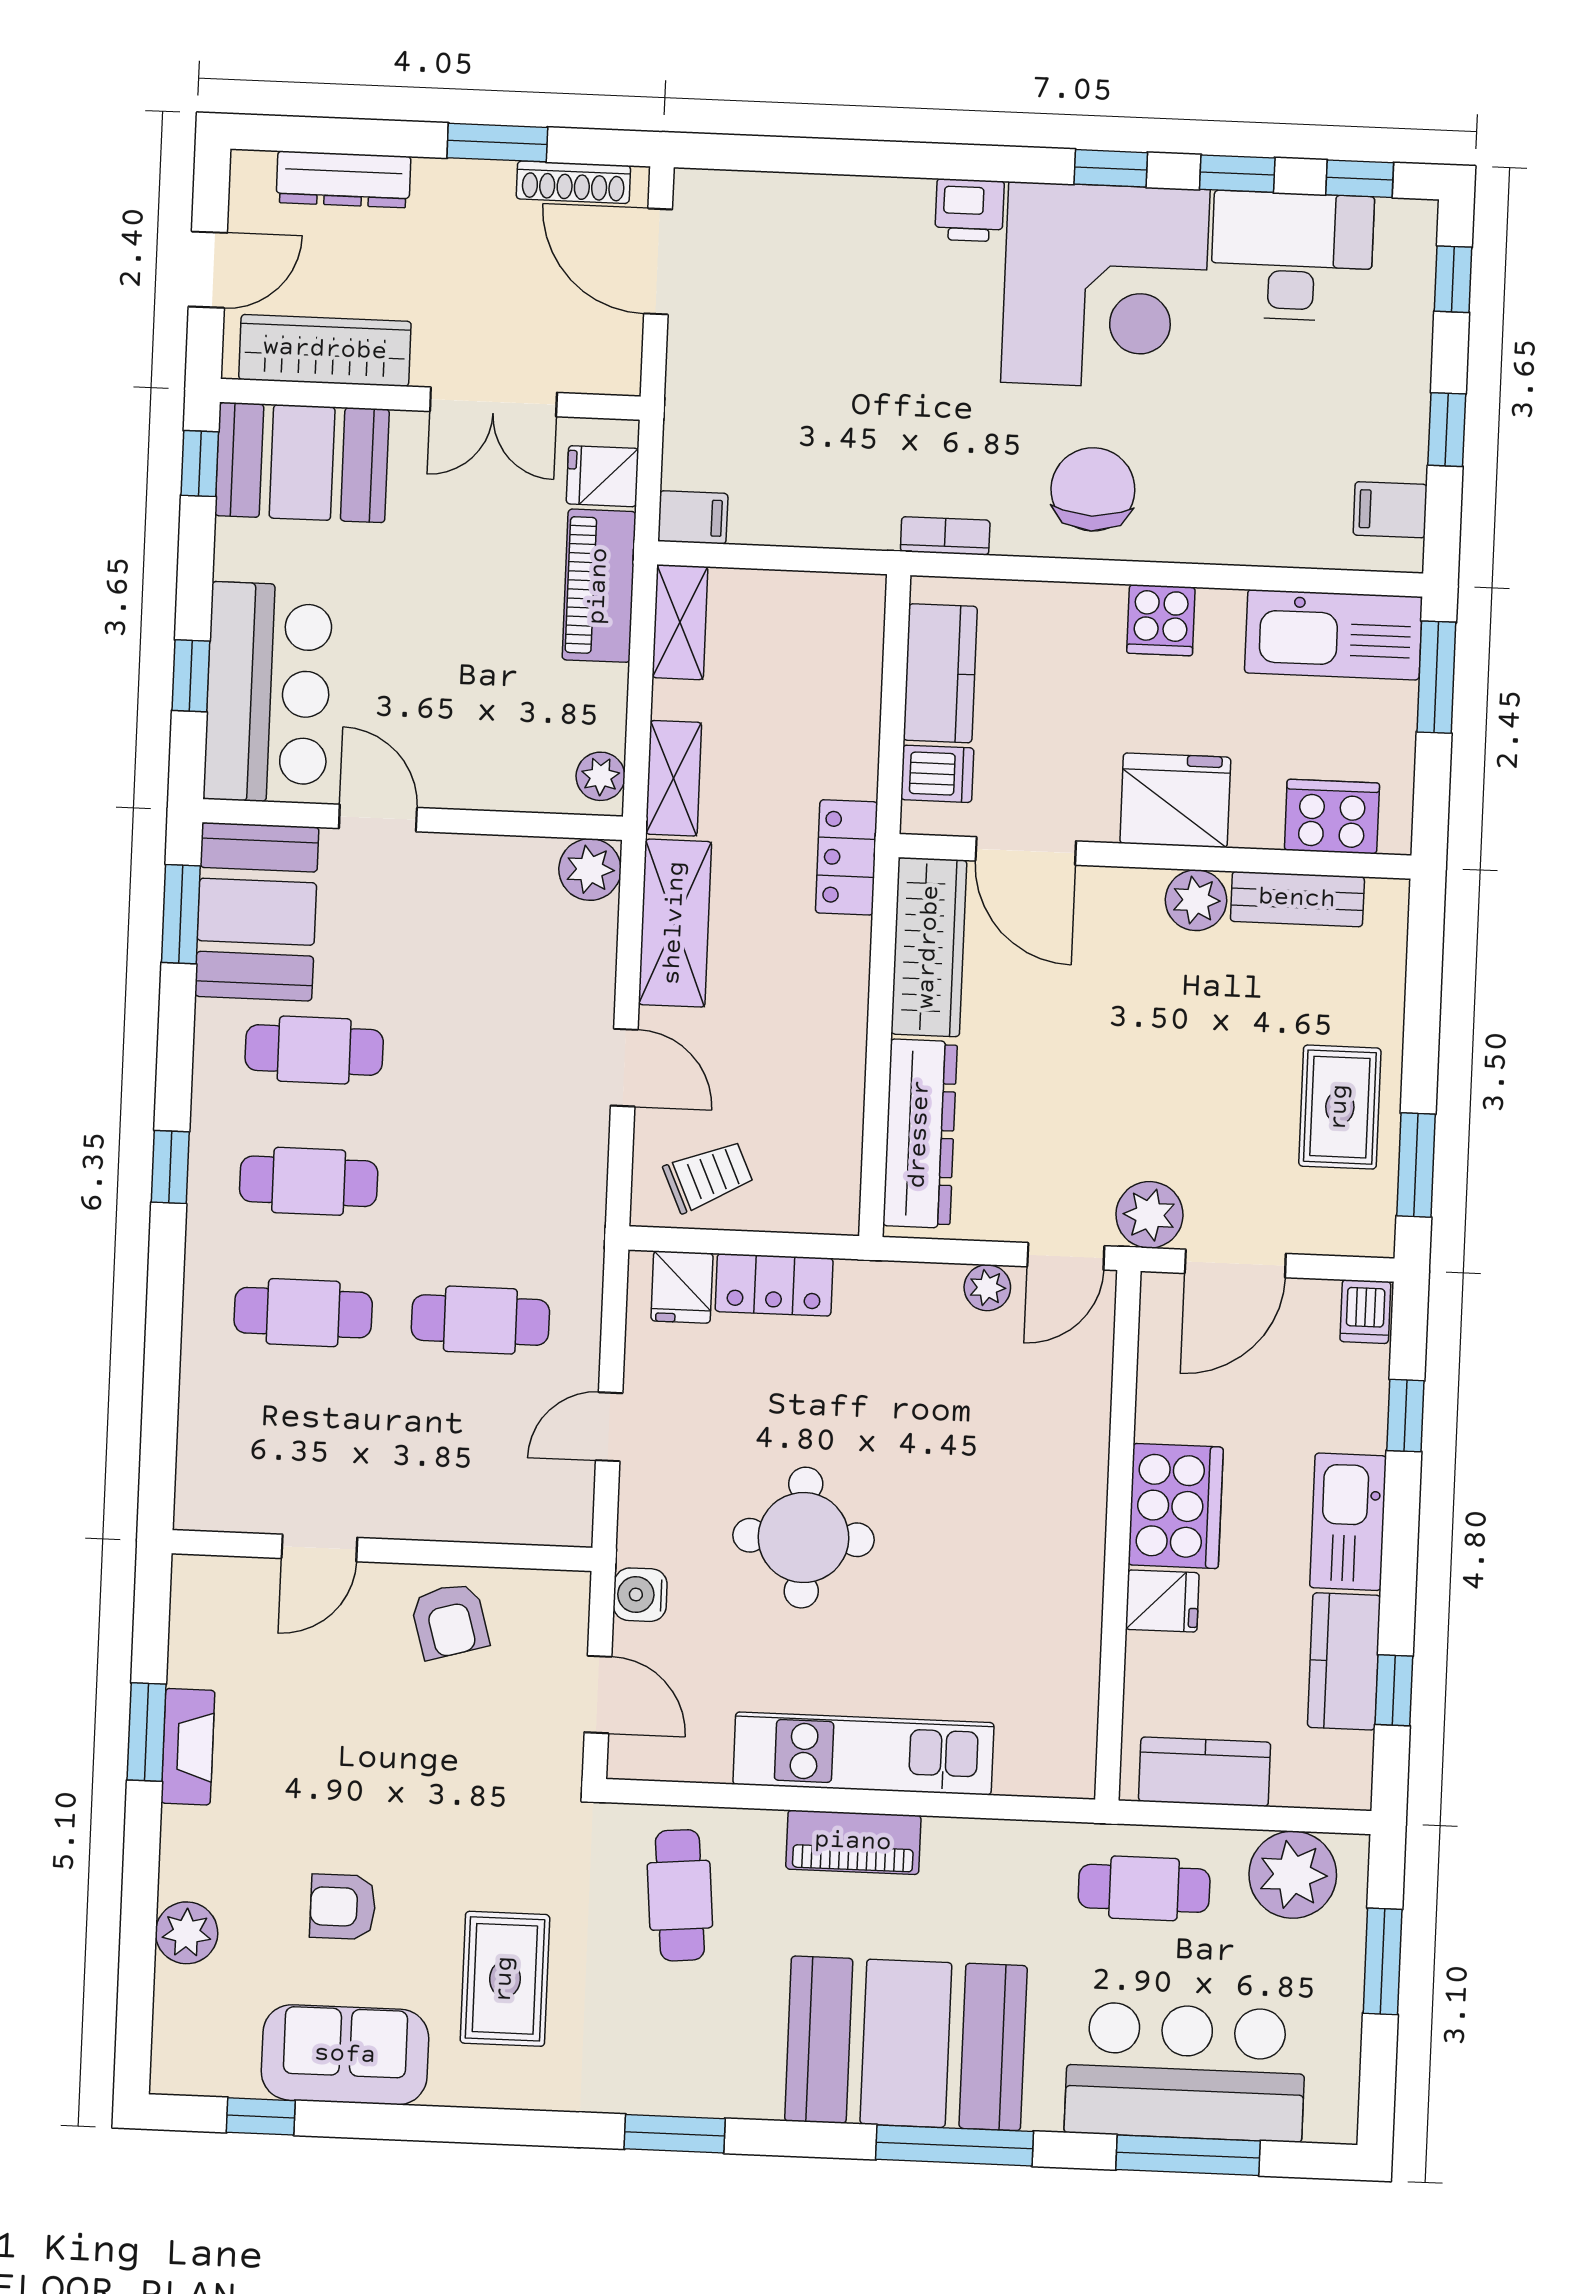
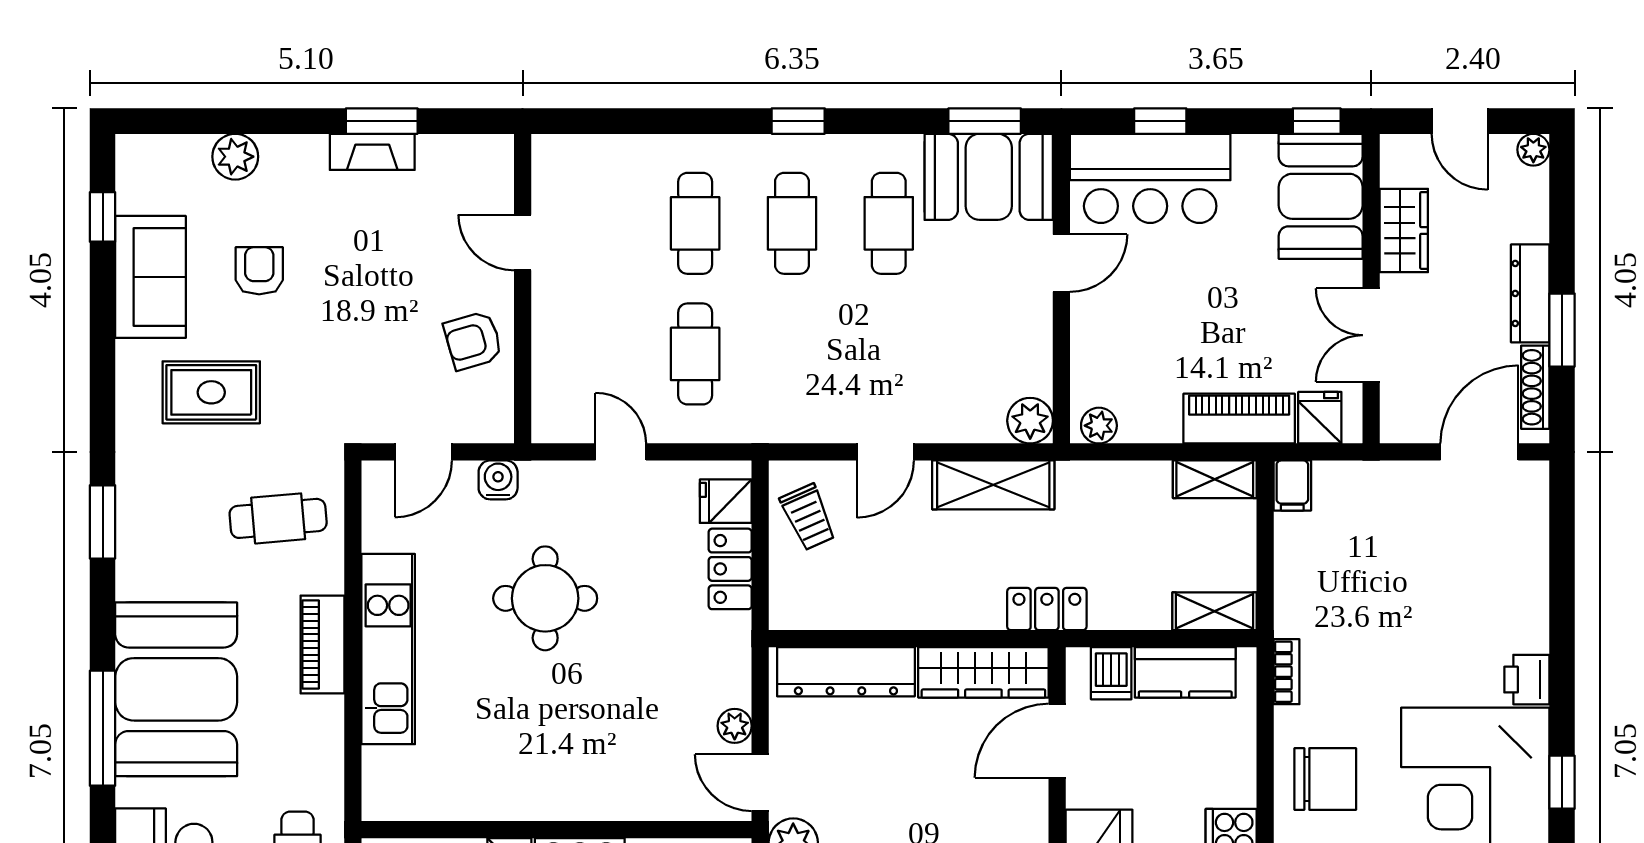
plant: (251, 171) -> (1533, 150), added
dresser: (343, 179) -> (1530, 293), moved
wardrobe: (325, 350) -> (1404, 230), width x0.67
shelving: (674, 778) -> (1215, 611), moved

